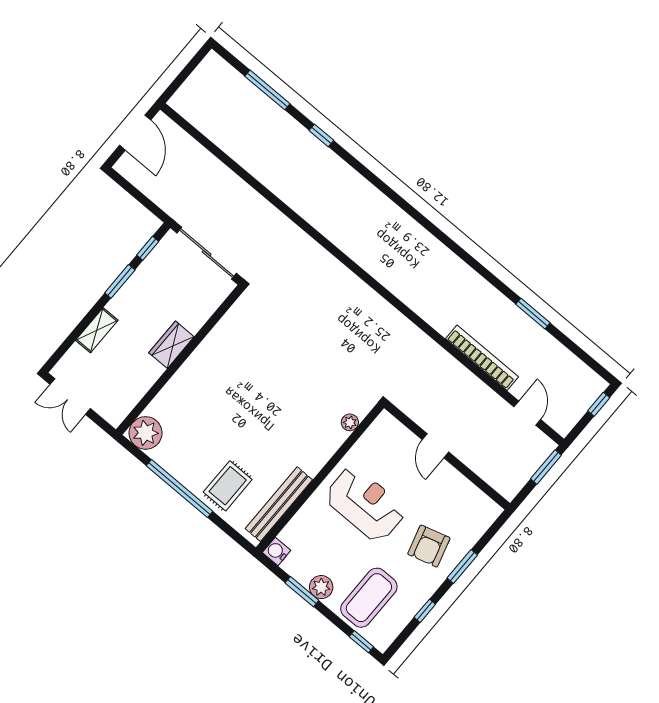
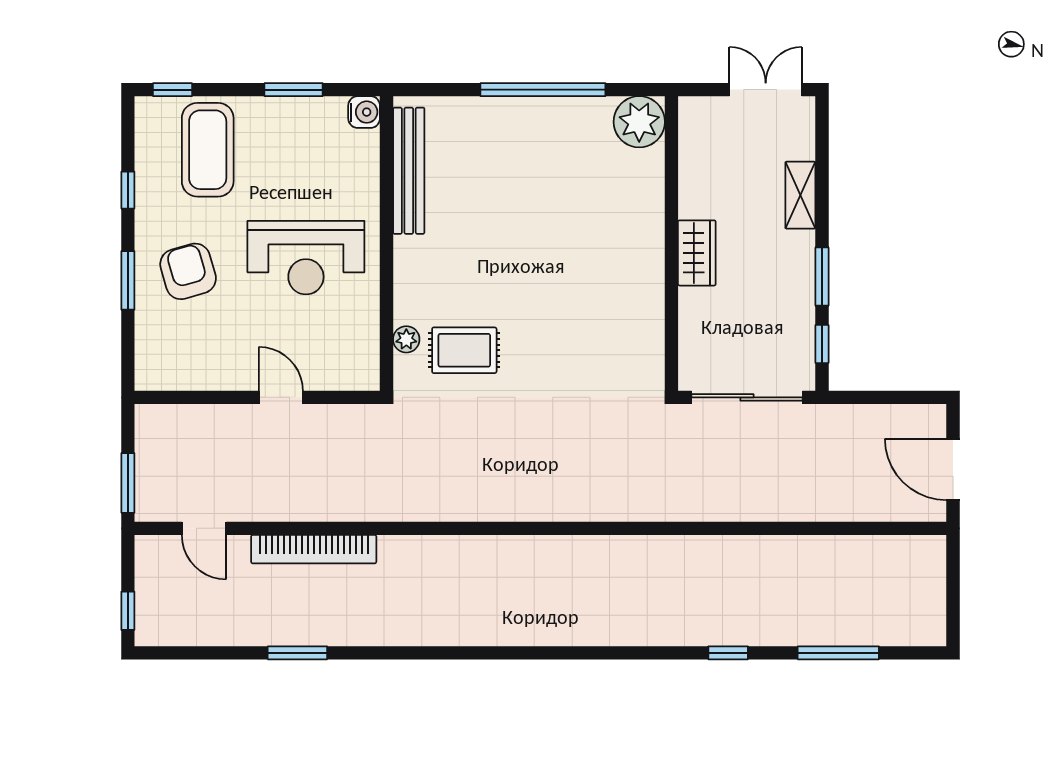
rug: (228, 486) -> (464, 350), moved, turned 90
plant: (321, 587) -> (275, 114), removed

